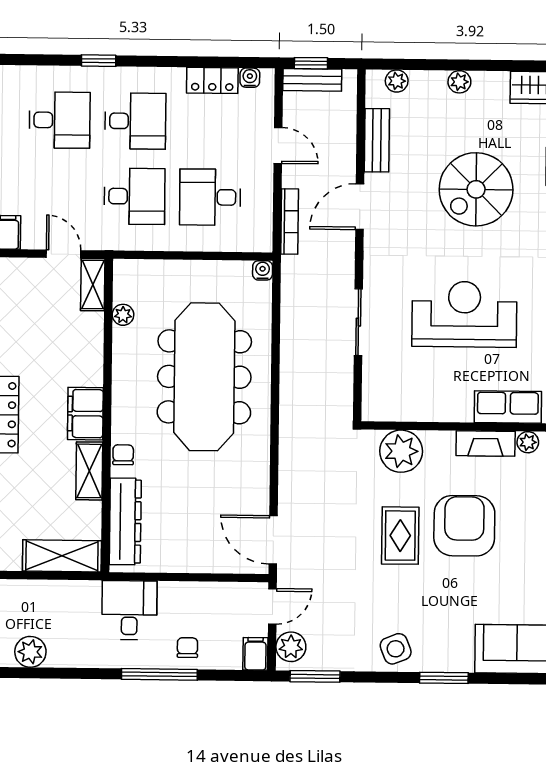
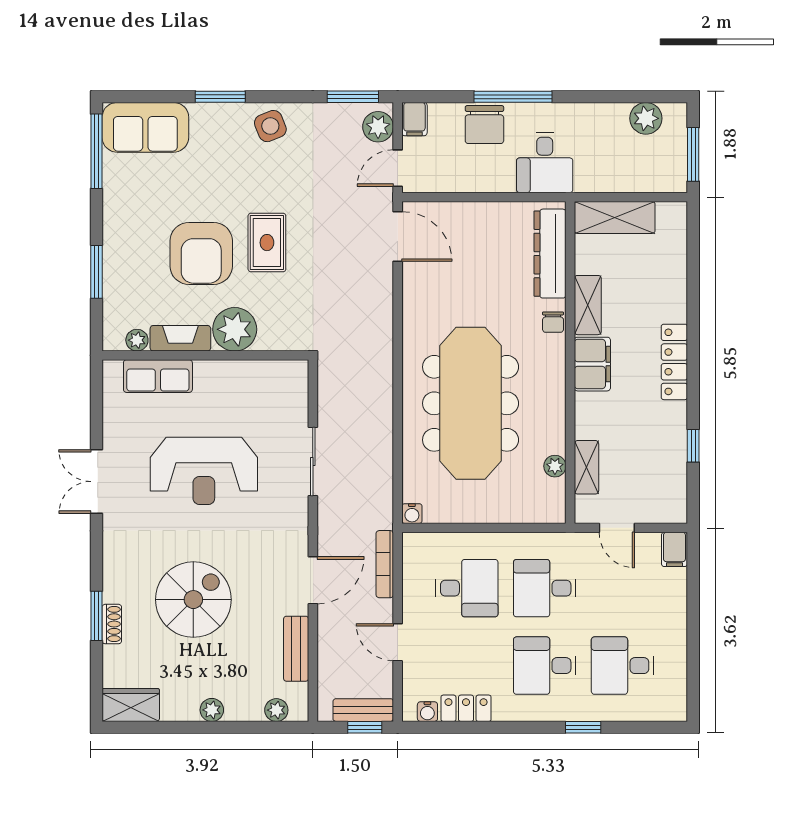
shelving: (93, 285) -> (586, 467), moved
plant: (401, 451) -> (235, 329), moved
chair: (187, 648) -> (484, 125), width x1.87, depth x1.87

